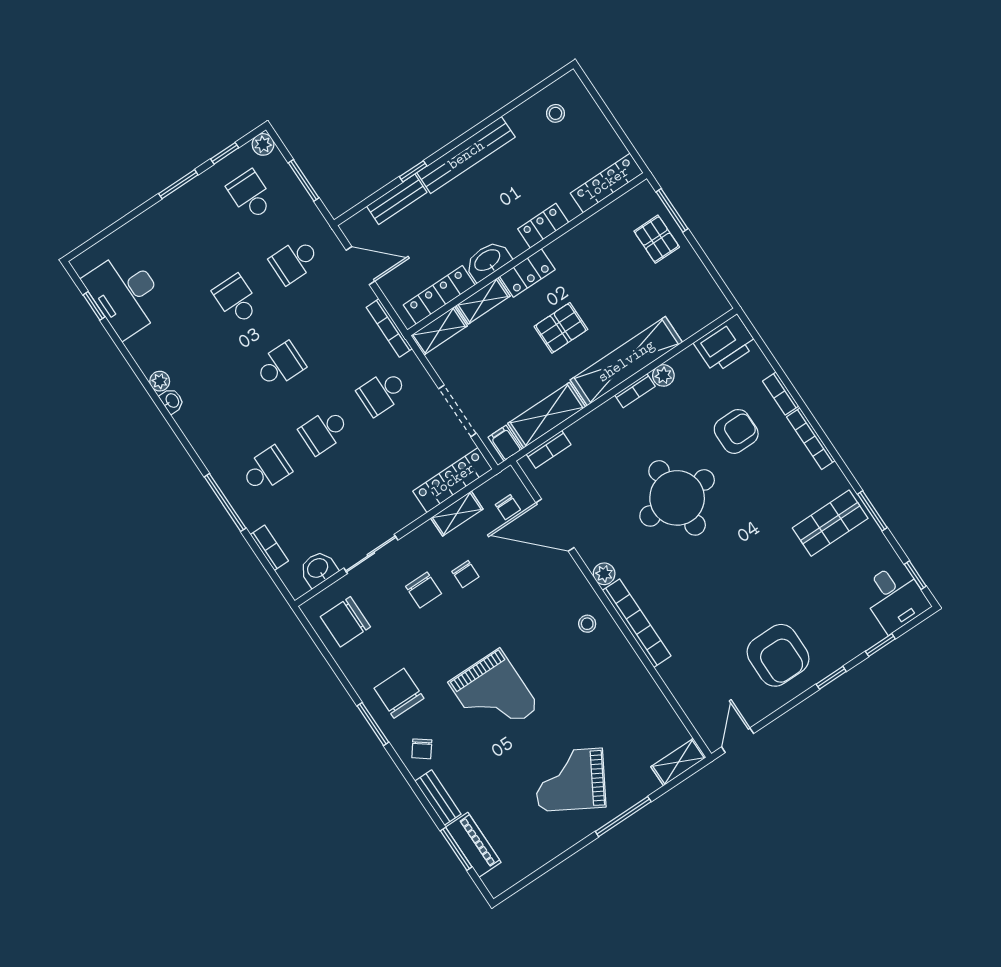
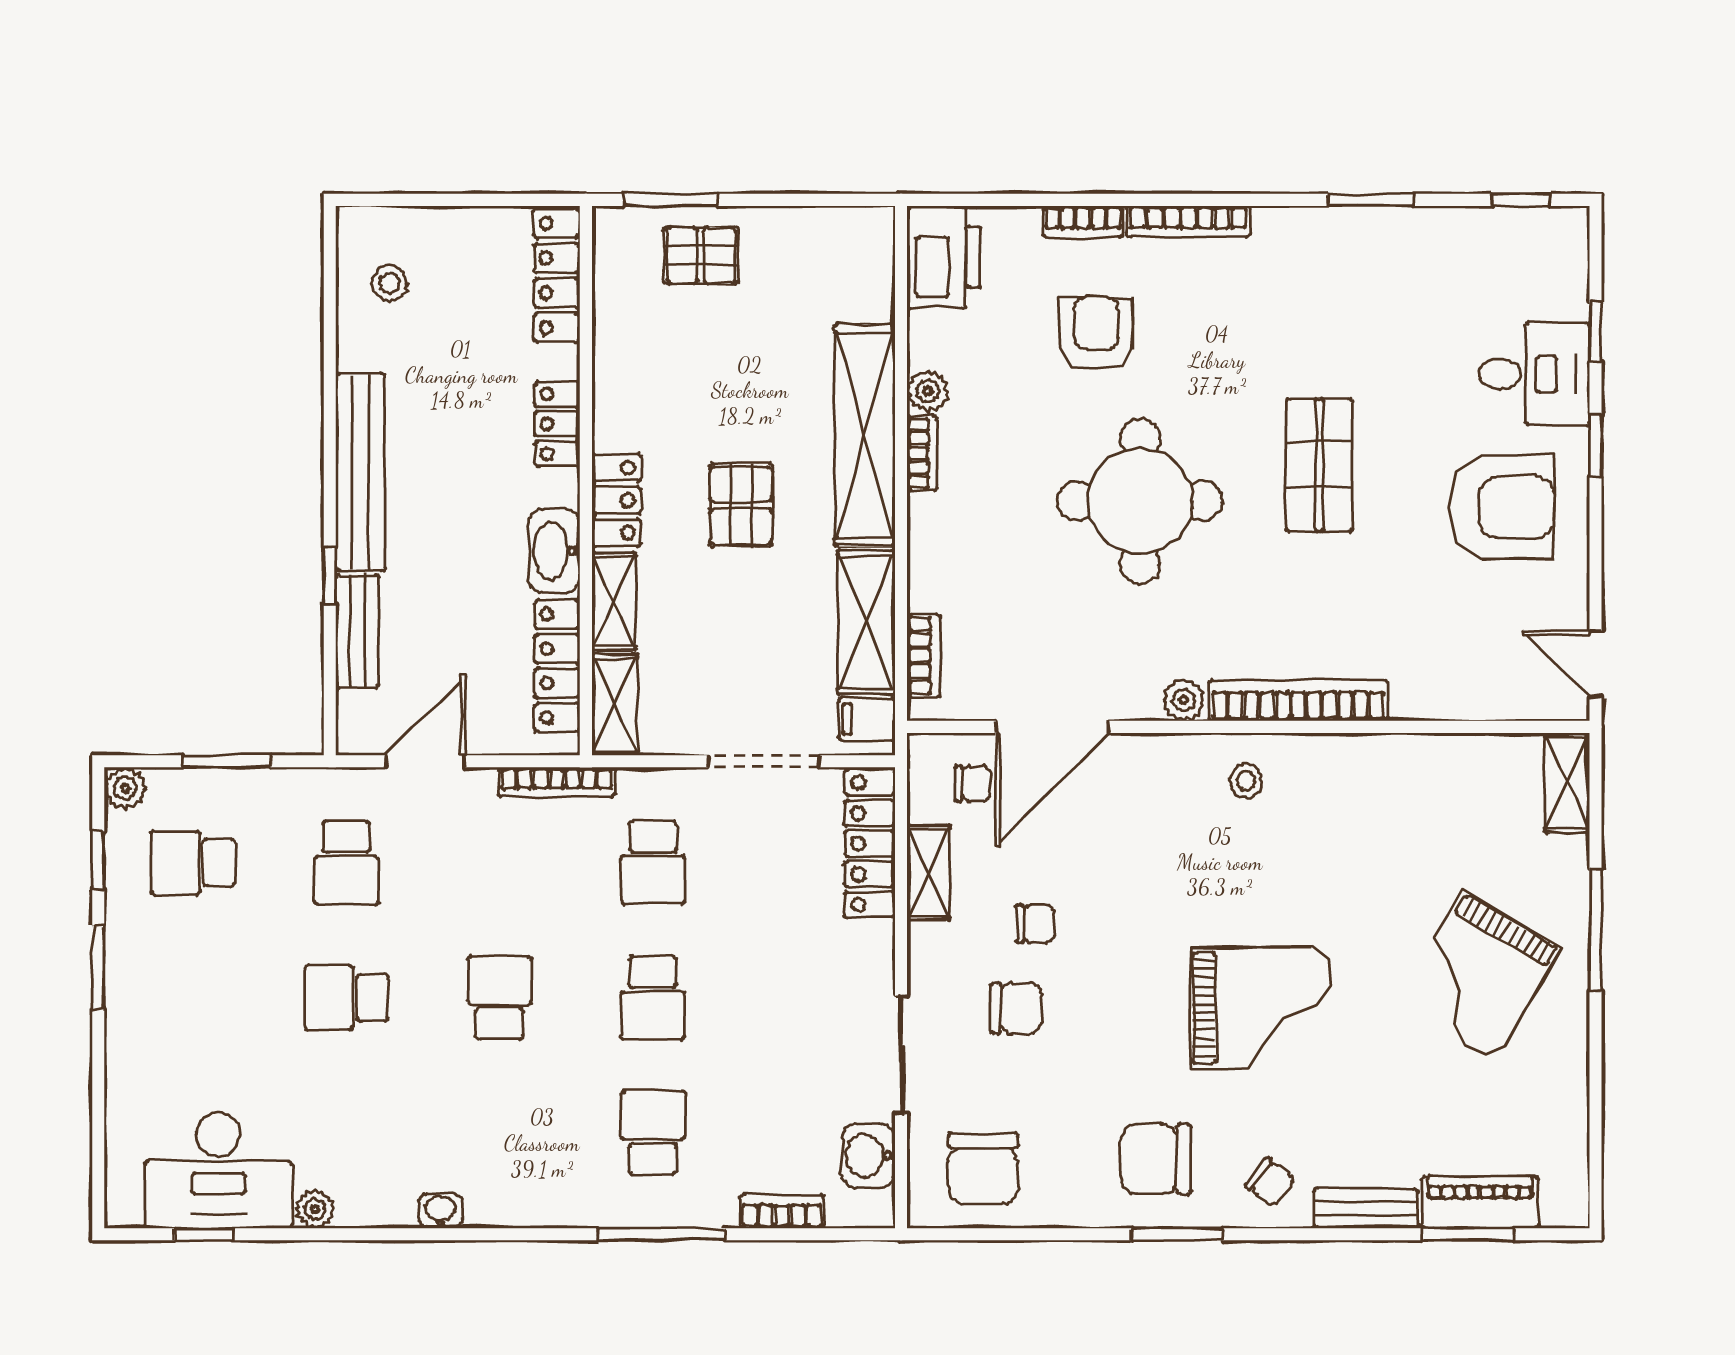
plant: (160, 381) -> (315, 1209), moved
shop shelf: (830, 523) -> (1319, 465), moved
desk: (895, 597) -> (1534, 374), moved

